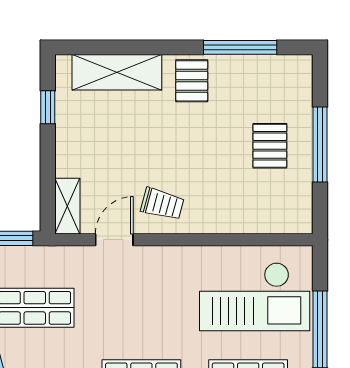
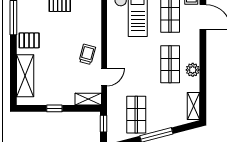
window: (48, 107) -> (54, 108), moved
door: (114, 240) -> (104, 77), swing flipped

